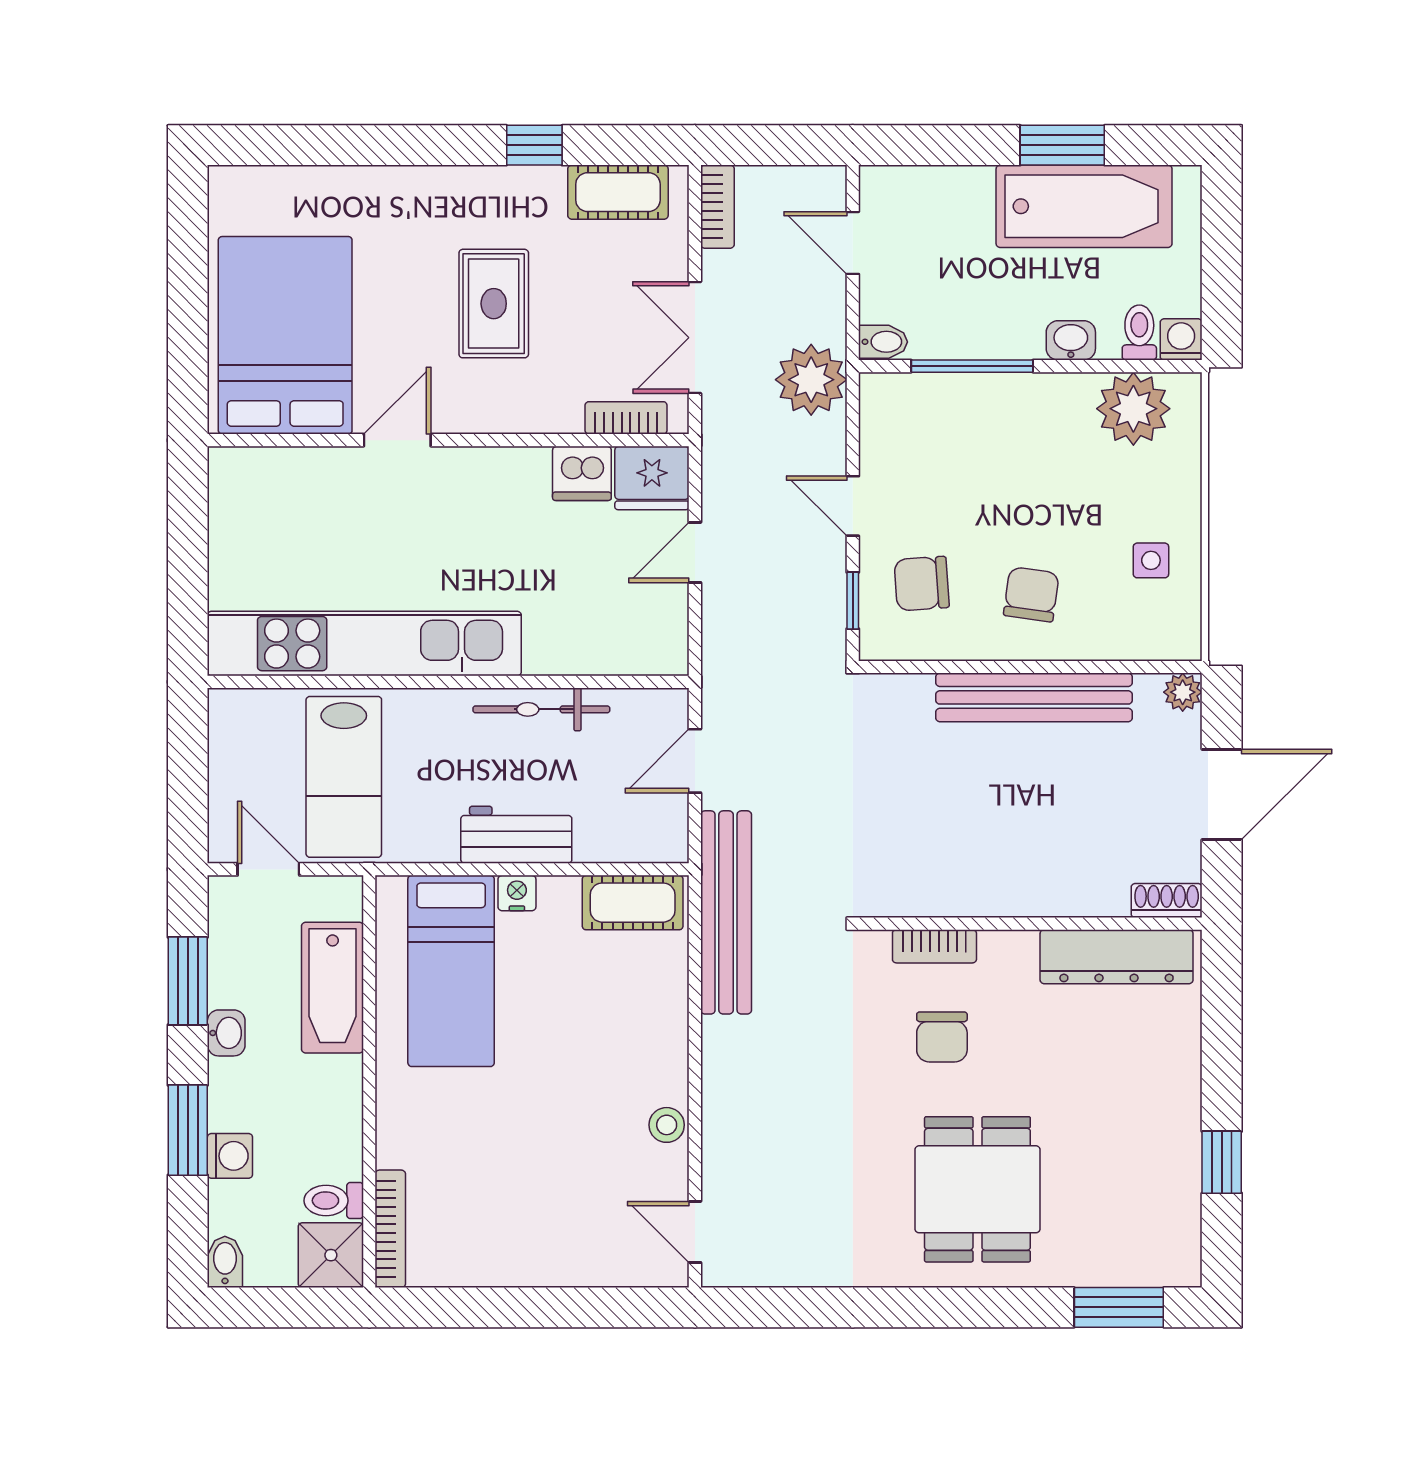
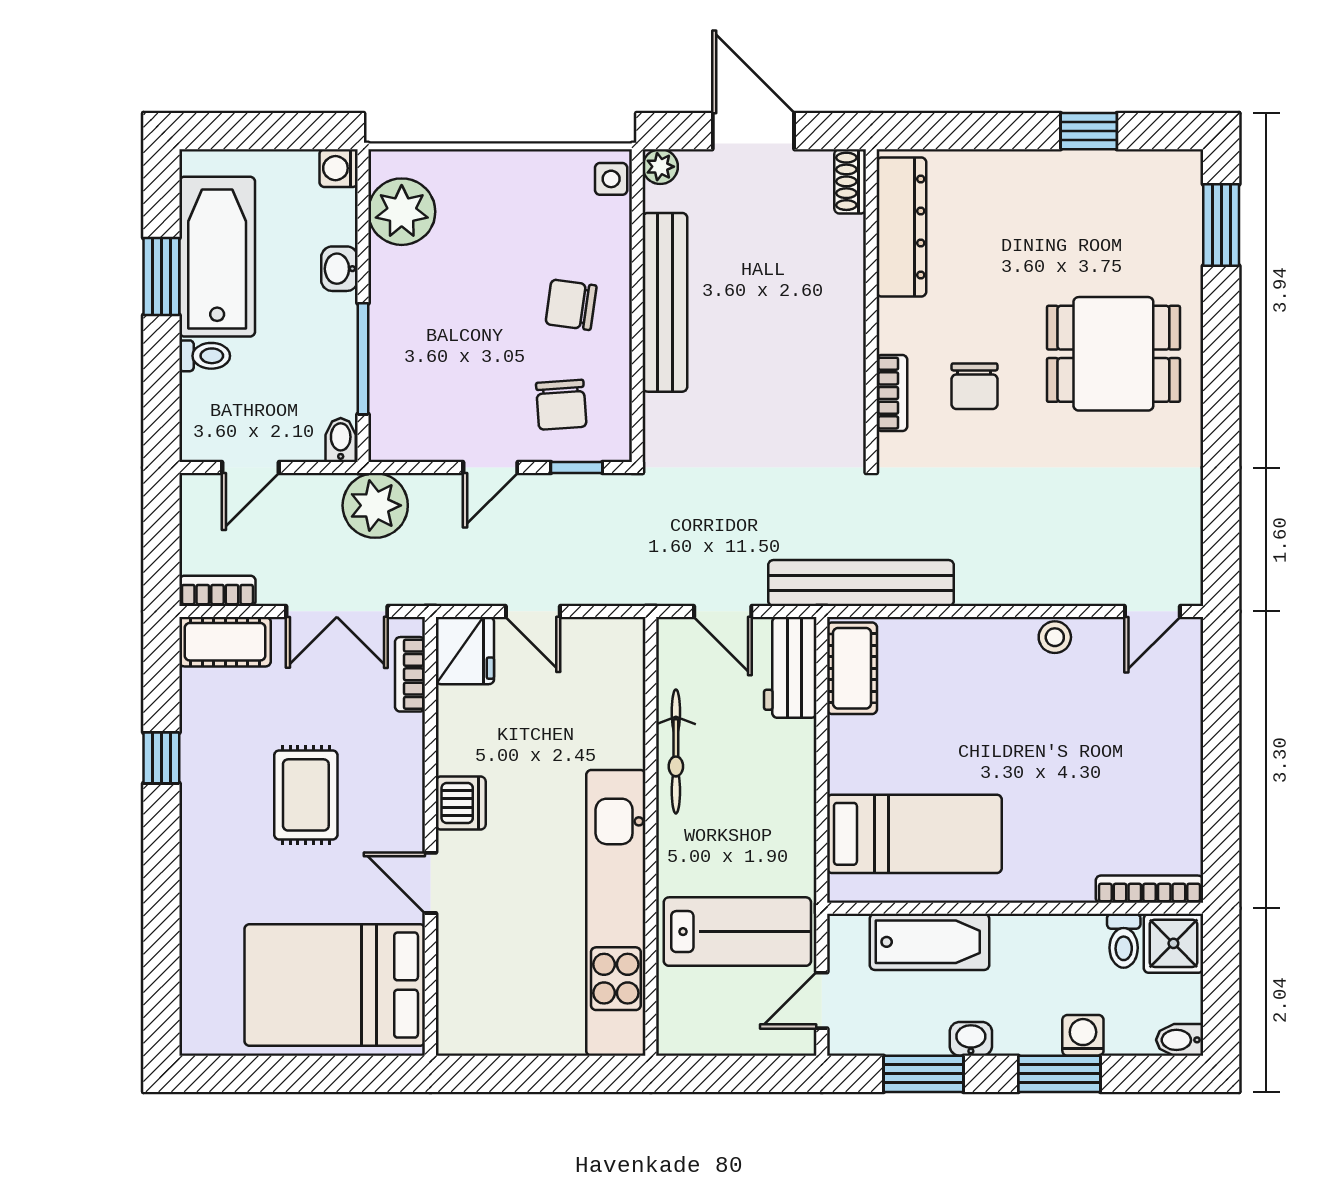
cot: (618, 192) -> (225, 642), moved, turned 90
rug: (494, 304) -> (306, 795), turned 90
toilet: (1139, 333) -> (205, 356), moved, turned 180
dishwasher: (582, 473) -> (461, 803), moved
side table: (1151, 560) -> (611, 179), moved
workbench: (516, 835) -> (790, 667), moved
nightstand: (517, 893) -> (843, 774), removed
chair: (942, 1037) -> (974, 386), turned 90

